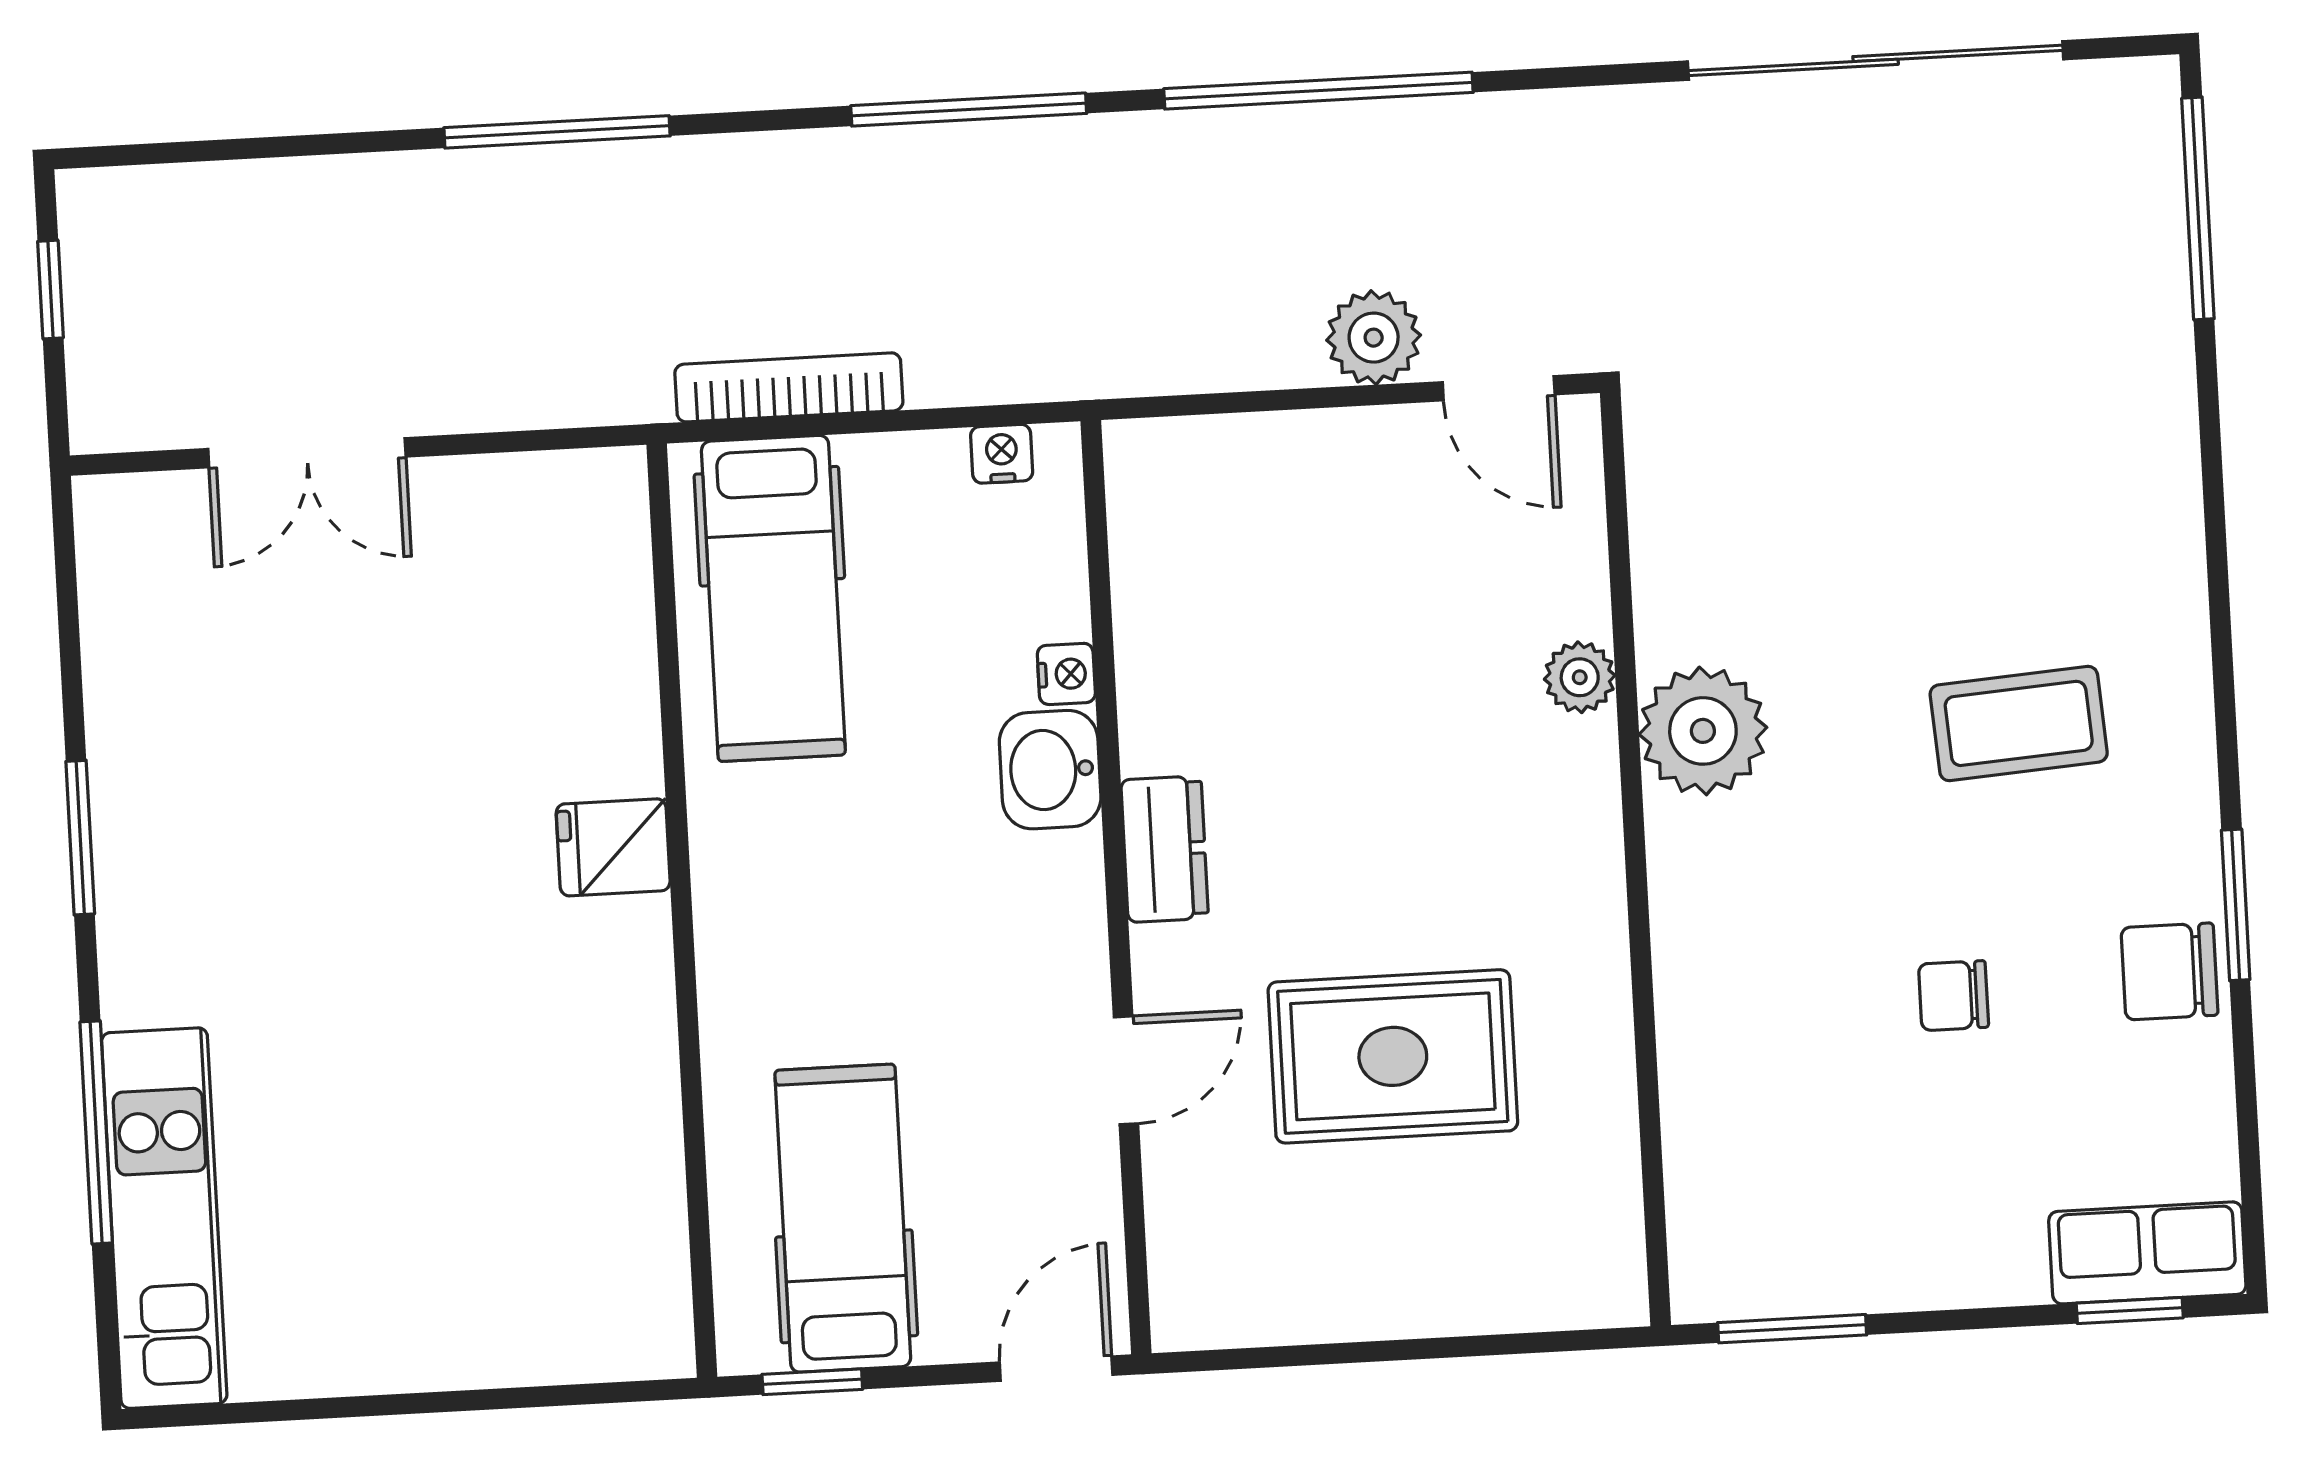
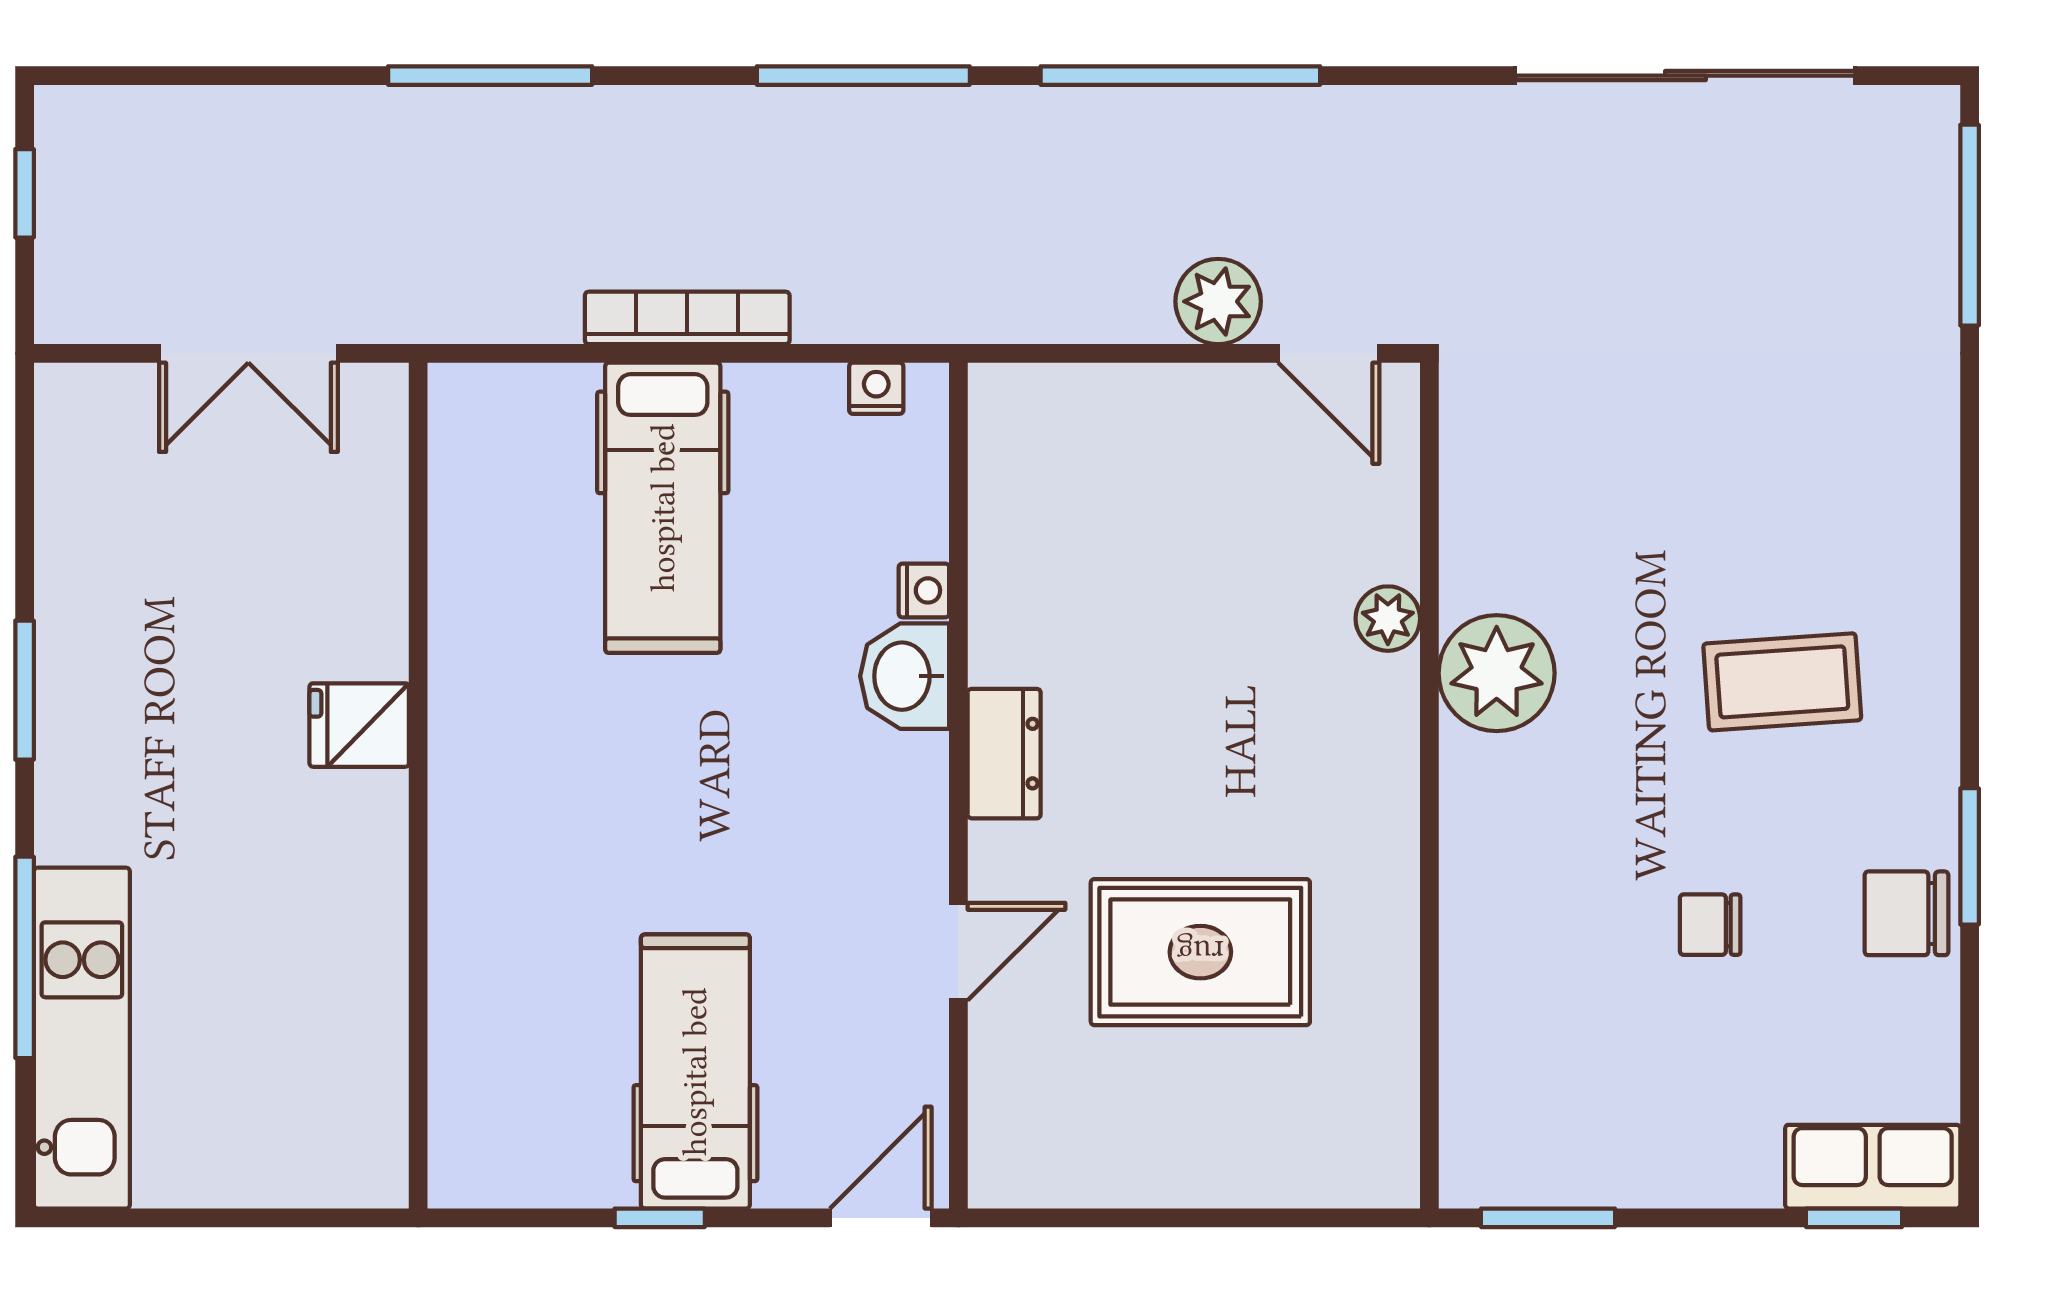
fridge: (613, 847) -> (359, 725), moved
wall: (682, 911) -> (418, 786), moved

